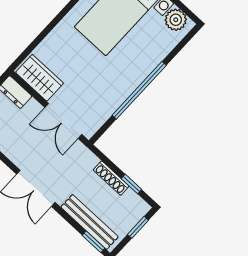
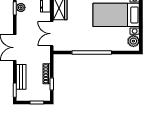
bench: (90, 222) -> (21, 77), width x0.73

